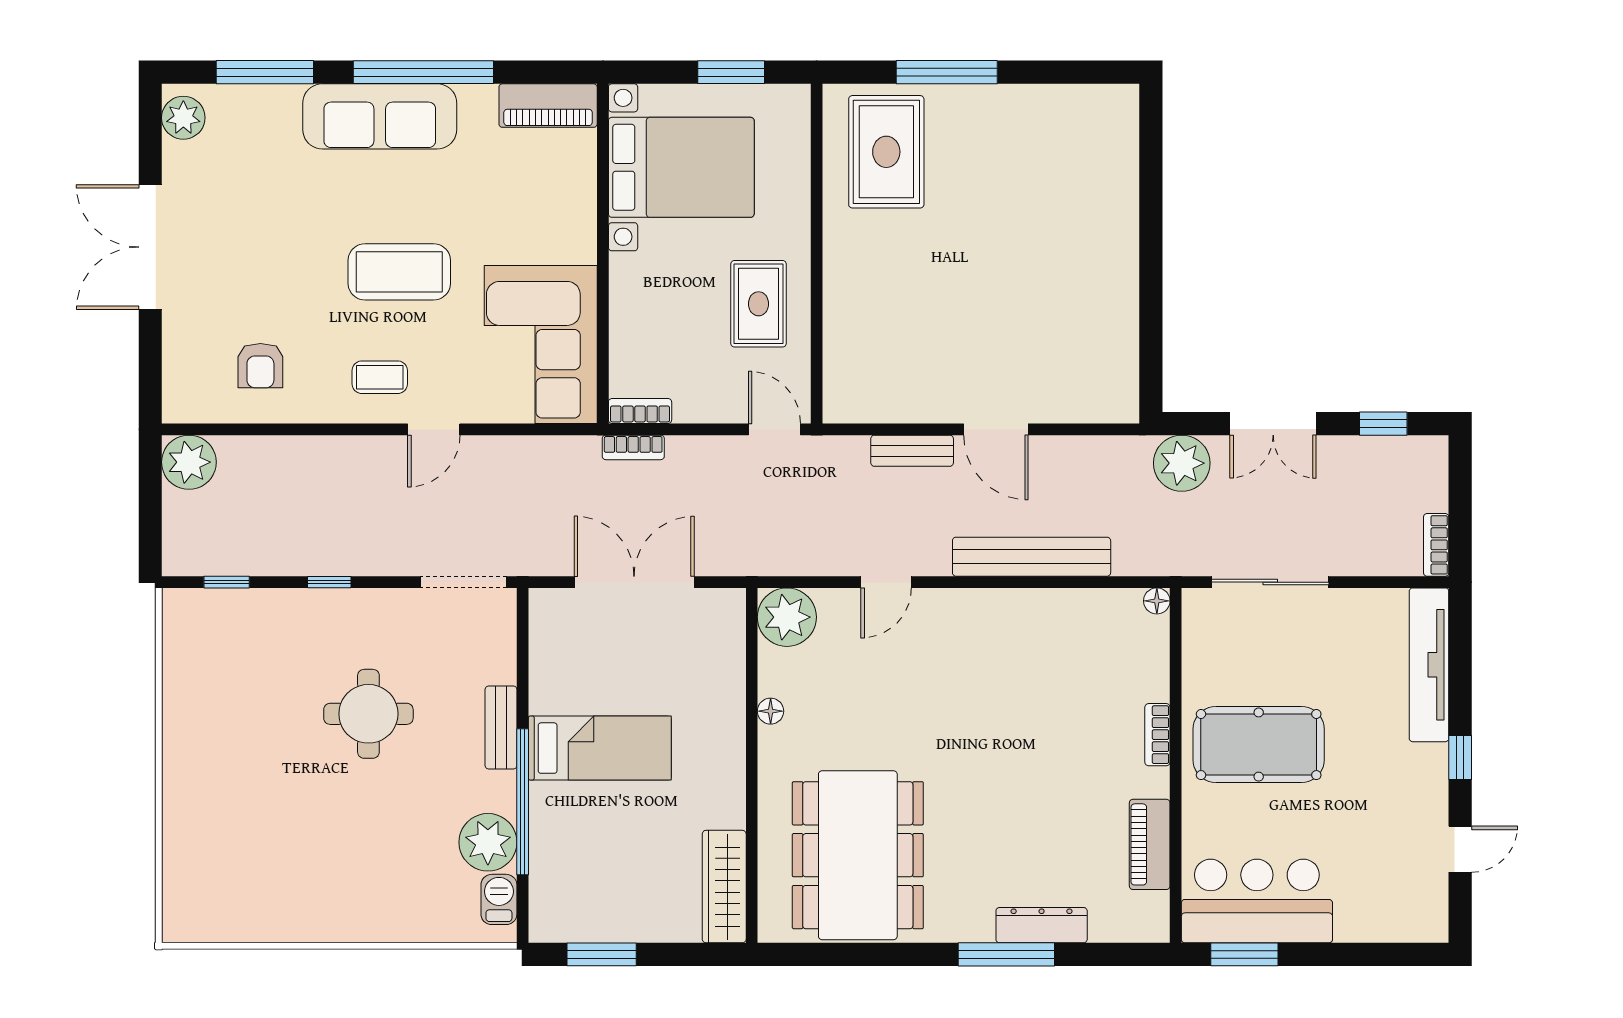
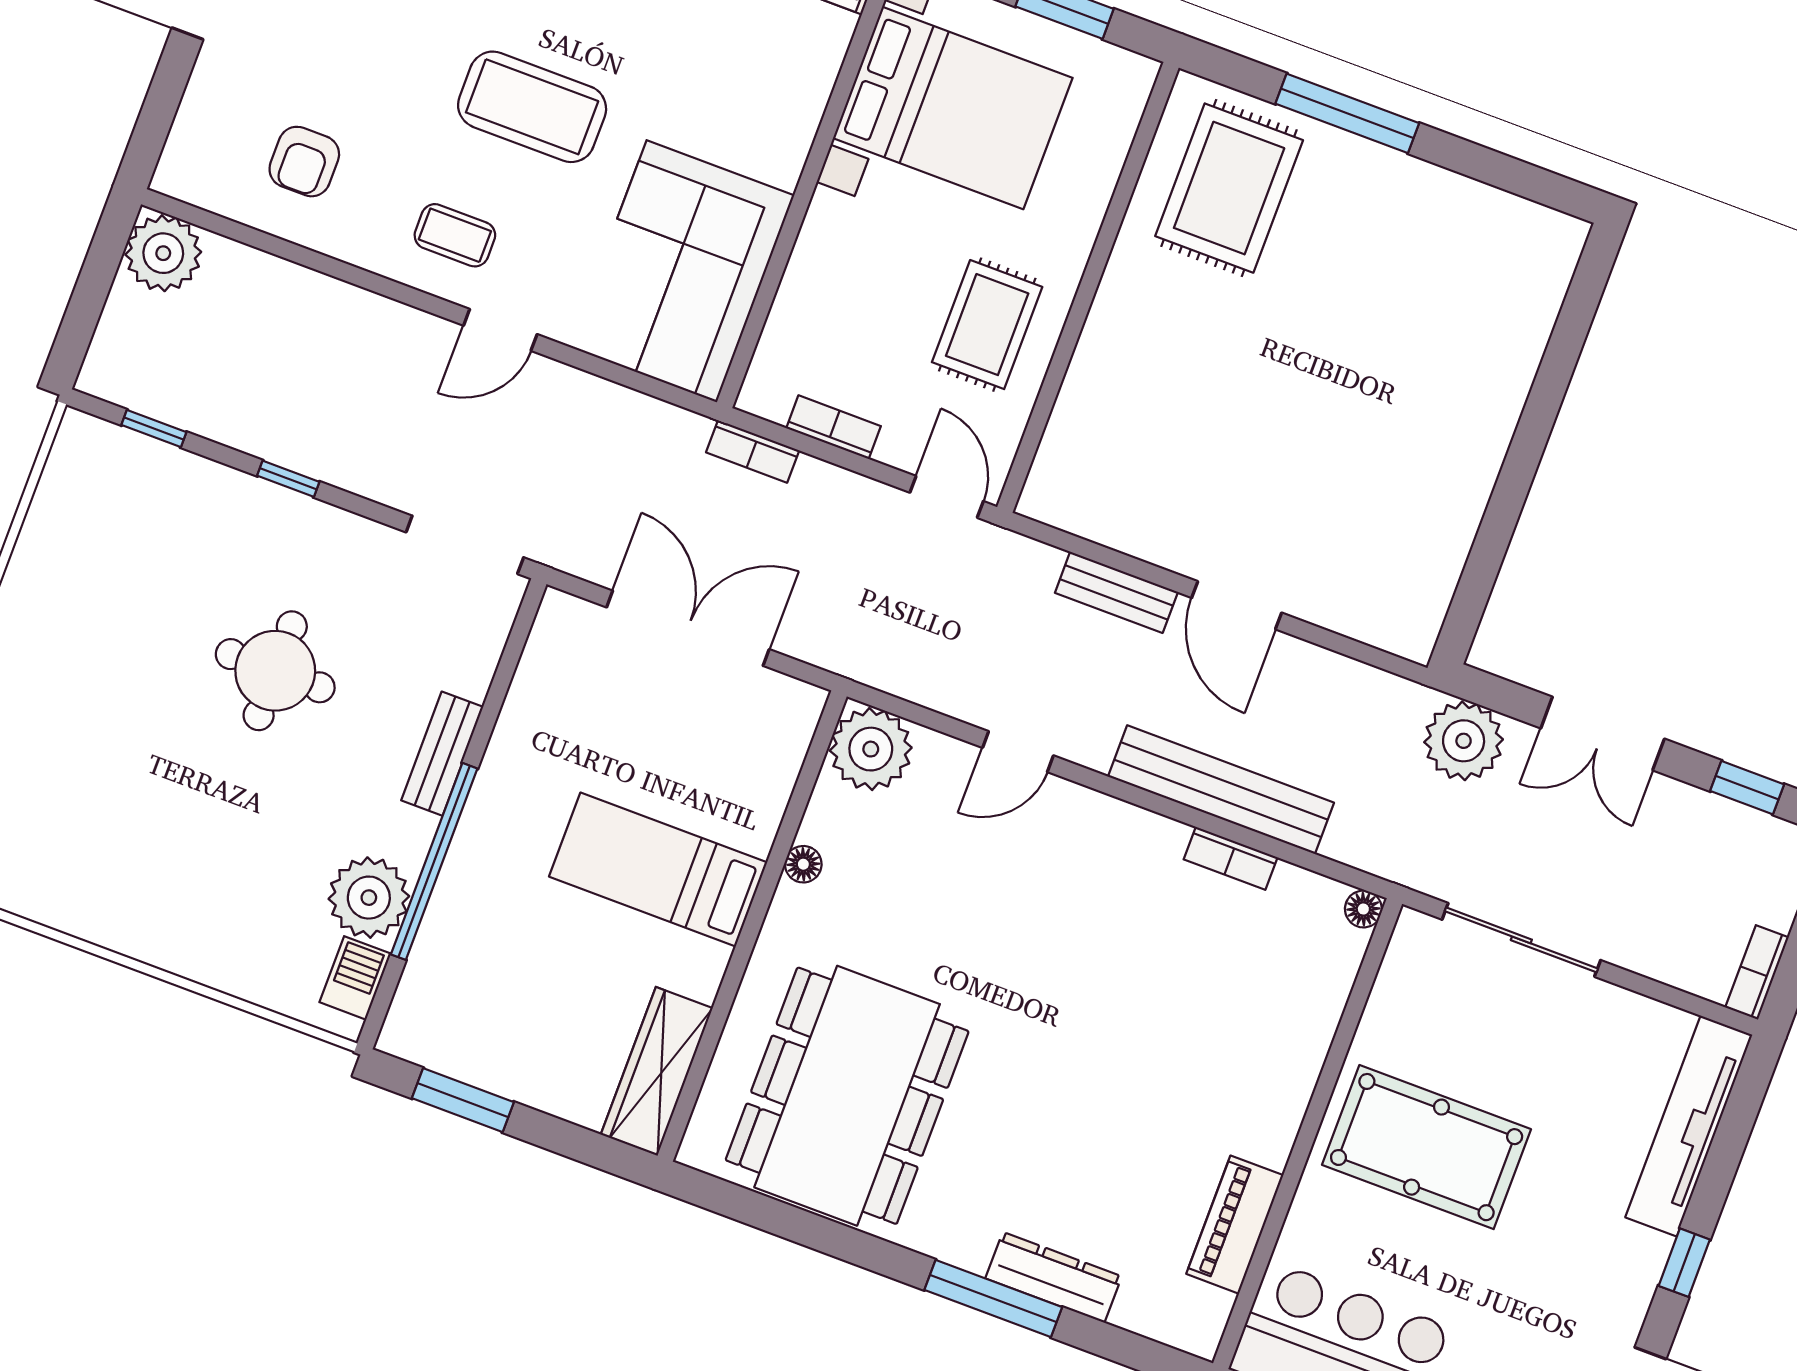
bookcase: (640, 411) -> (834, 427), moved
bookcase: (1157, 735) -> (1231, 858), moved, turned -90
bed: (600, 748) -> (658, 869), moved, turned 180

